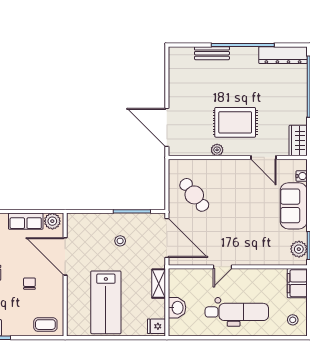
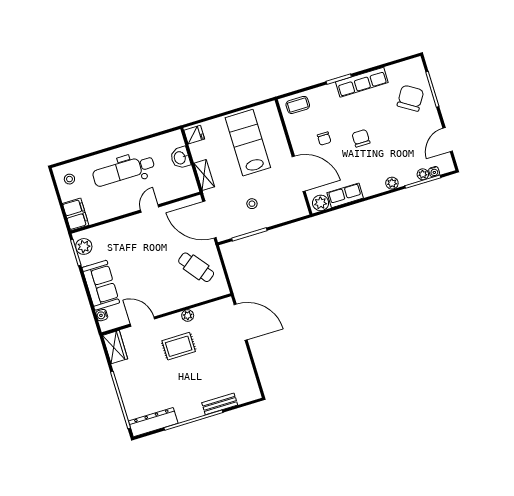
rug: (235, 122) -> (179, 346), width x0.73, depth x0.70

